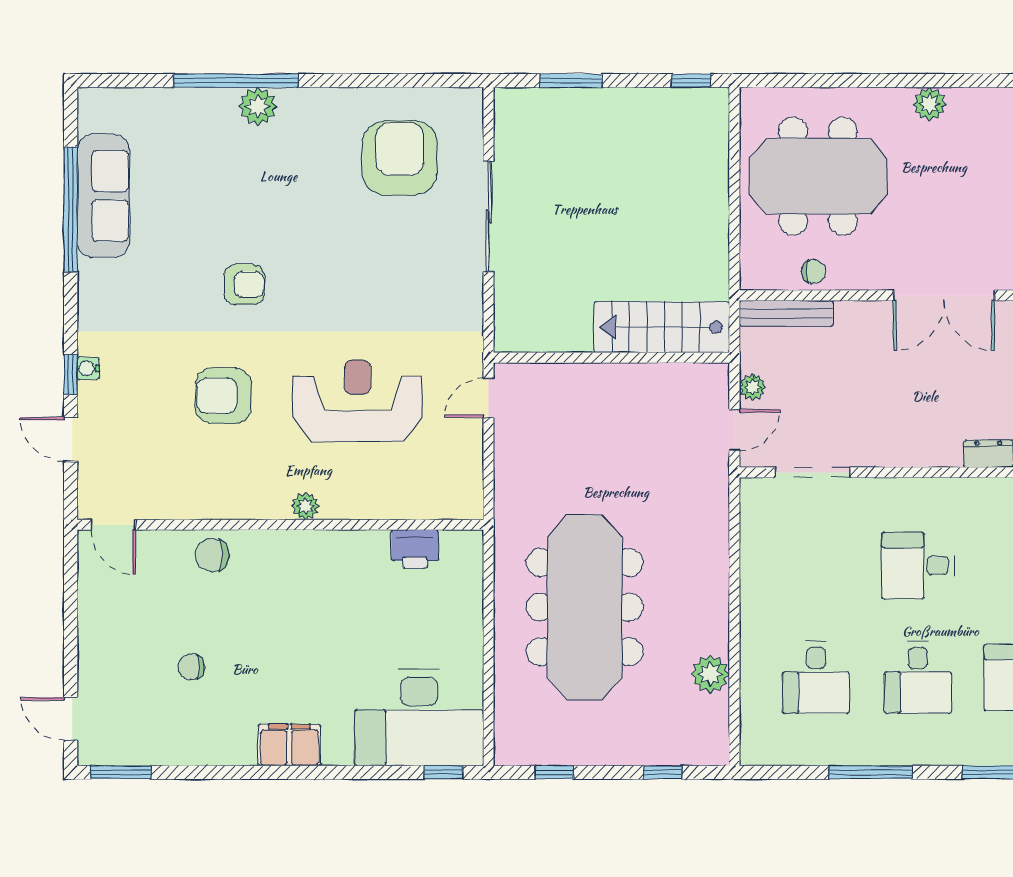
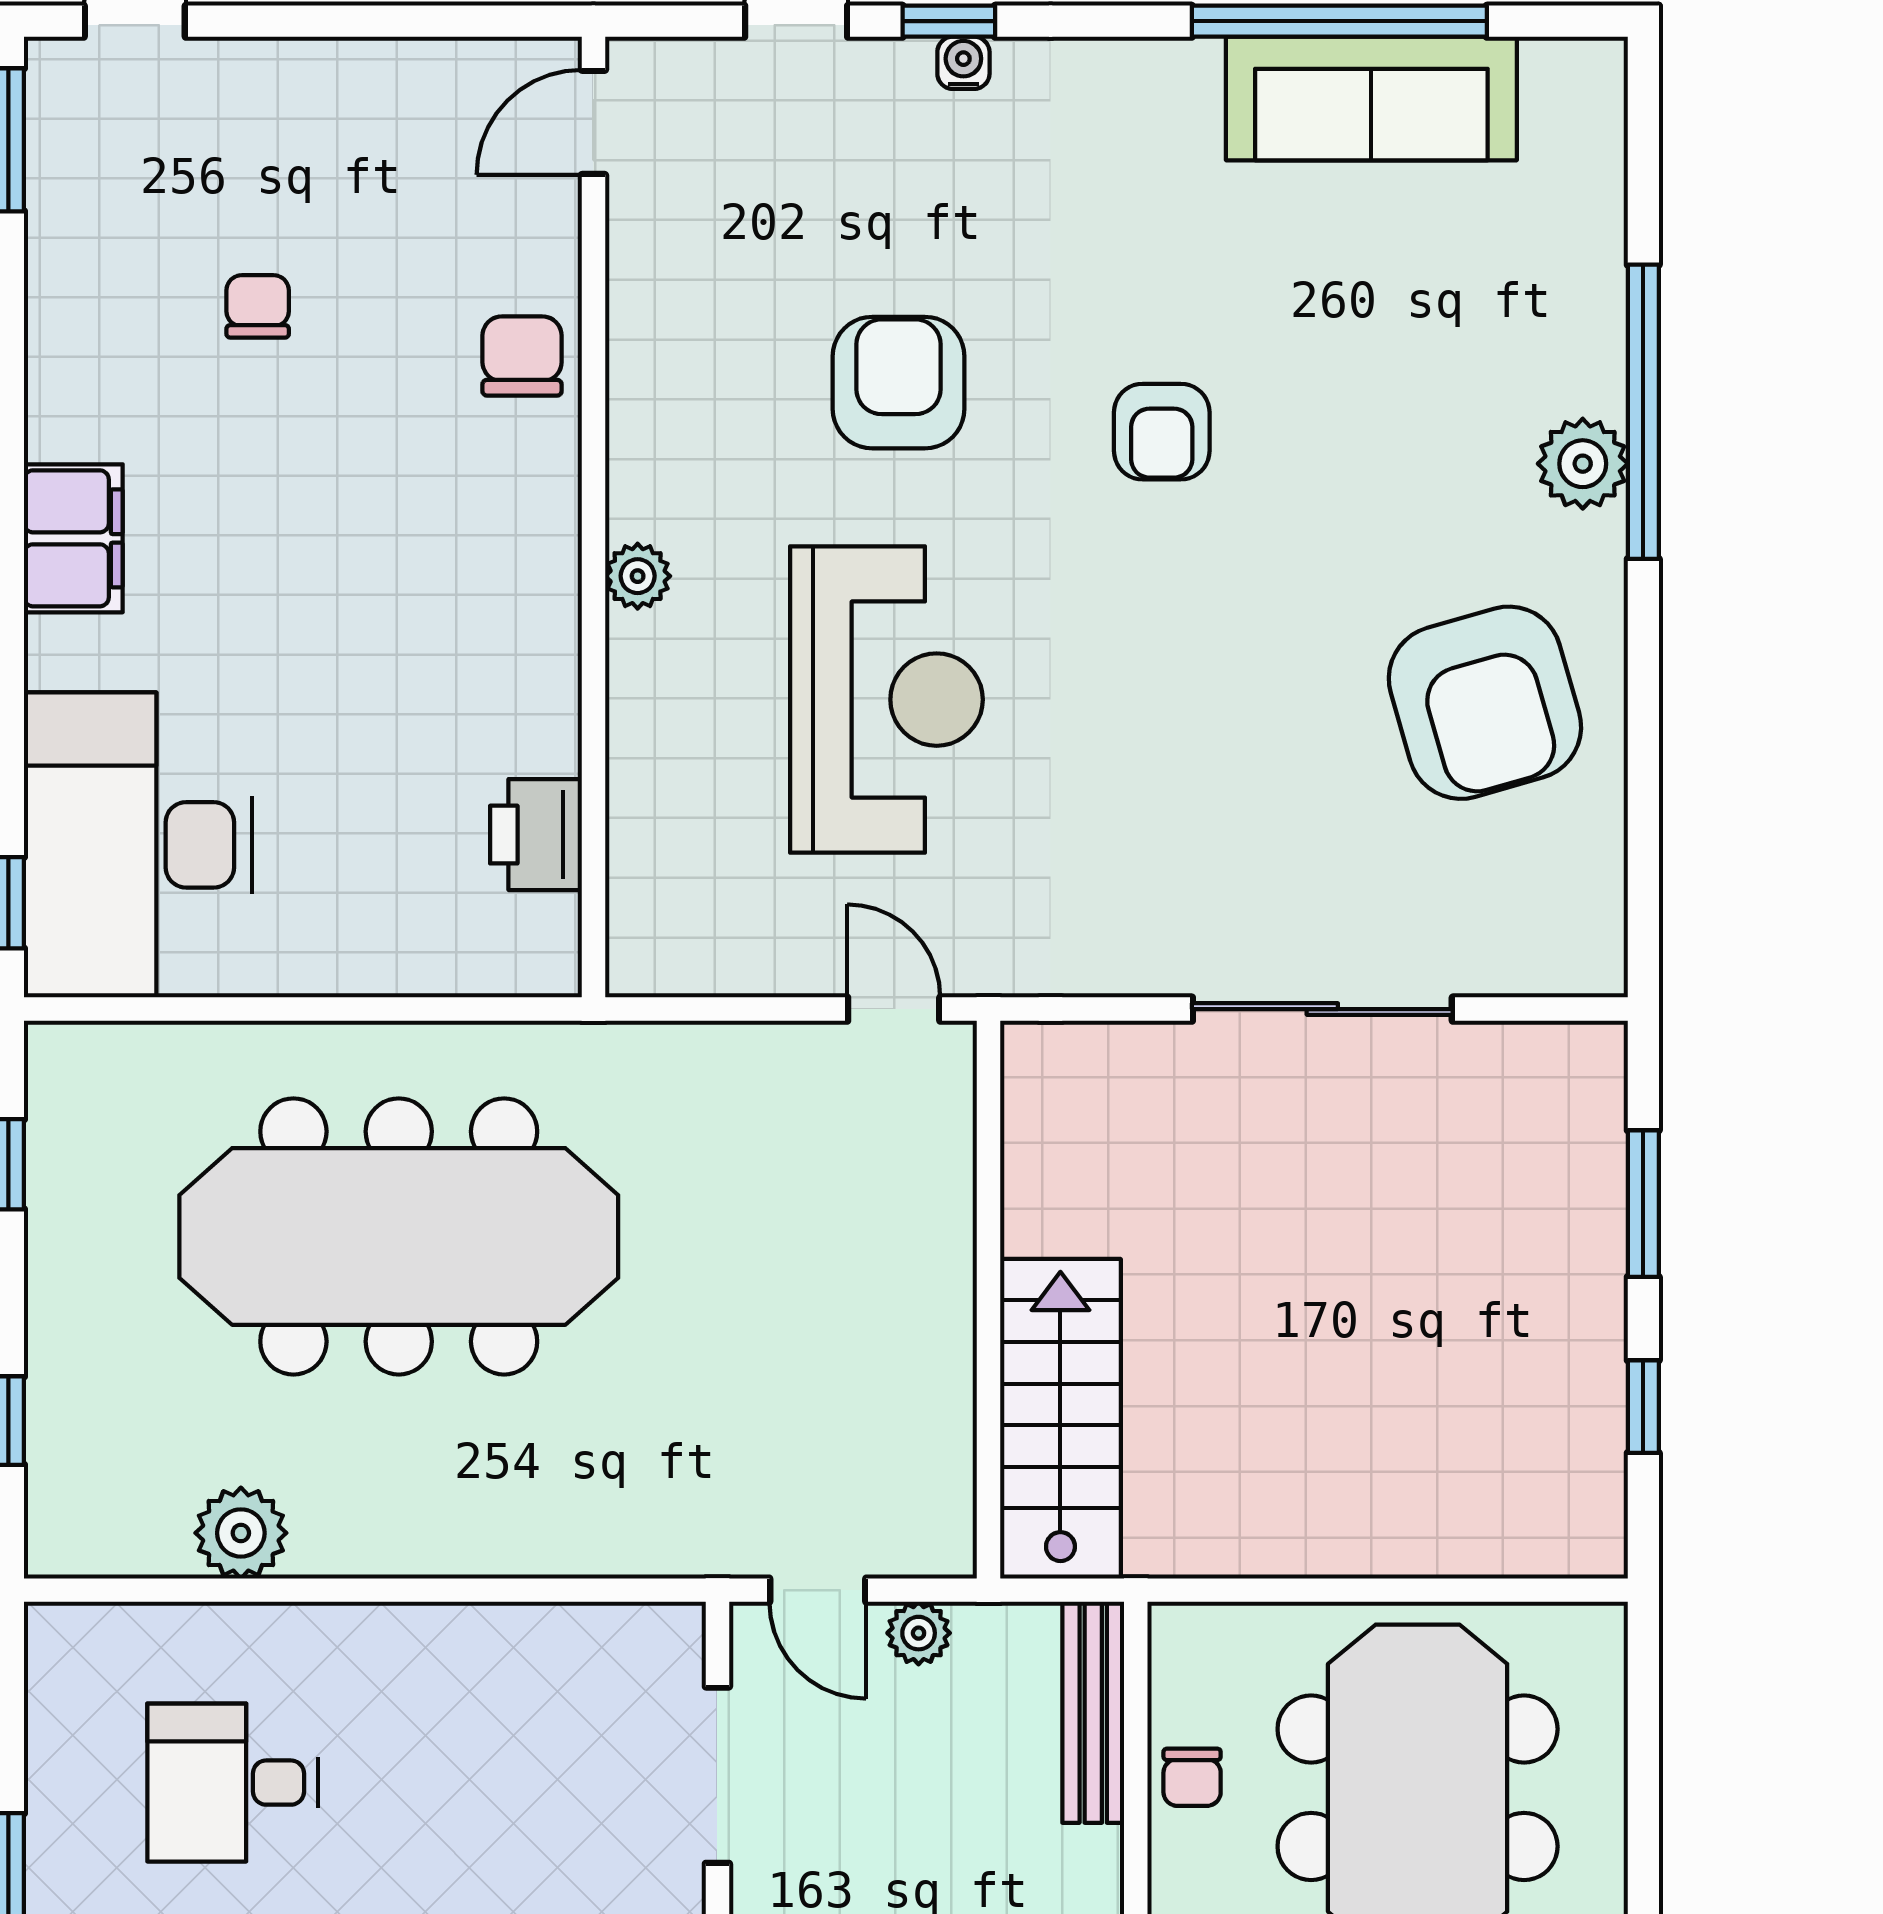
window: (691, 81) -> (1643, 1407), moved
armchair: (400, 158) -> (1485, 703), moved, turned 74

